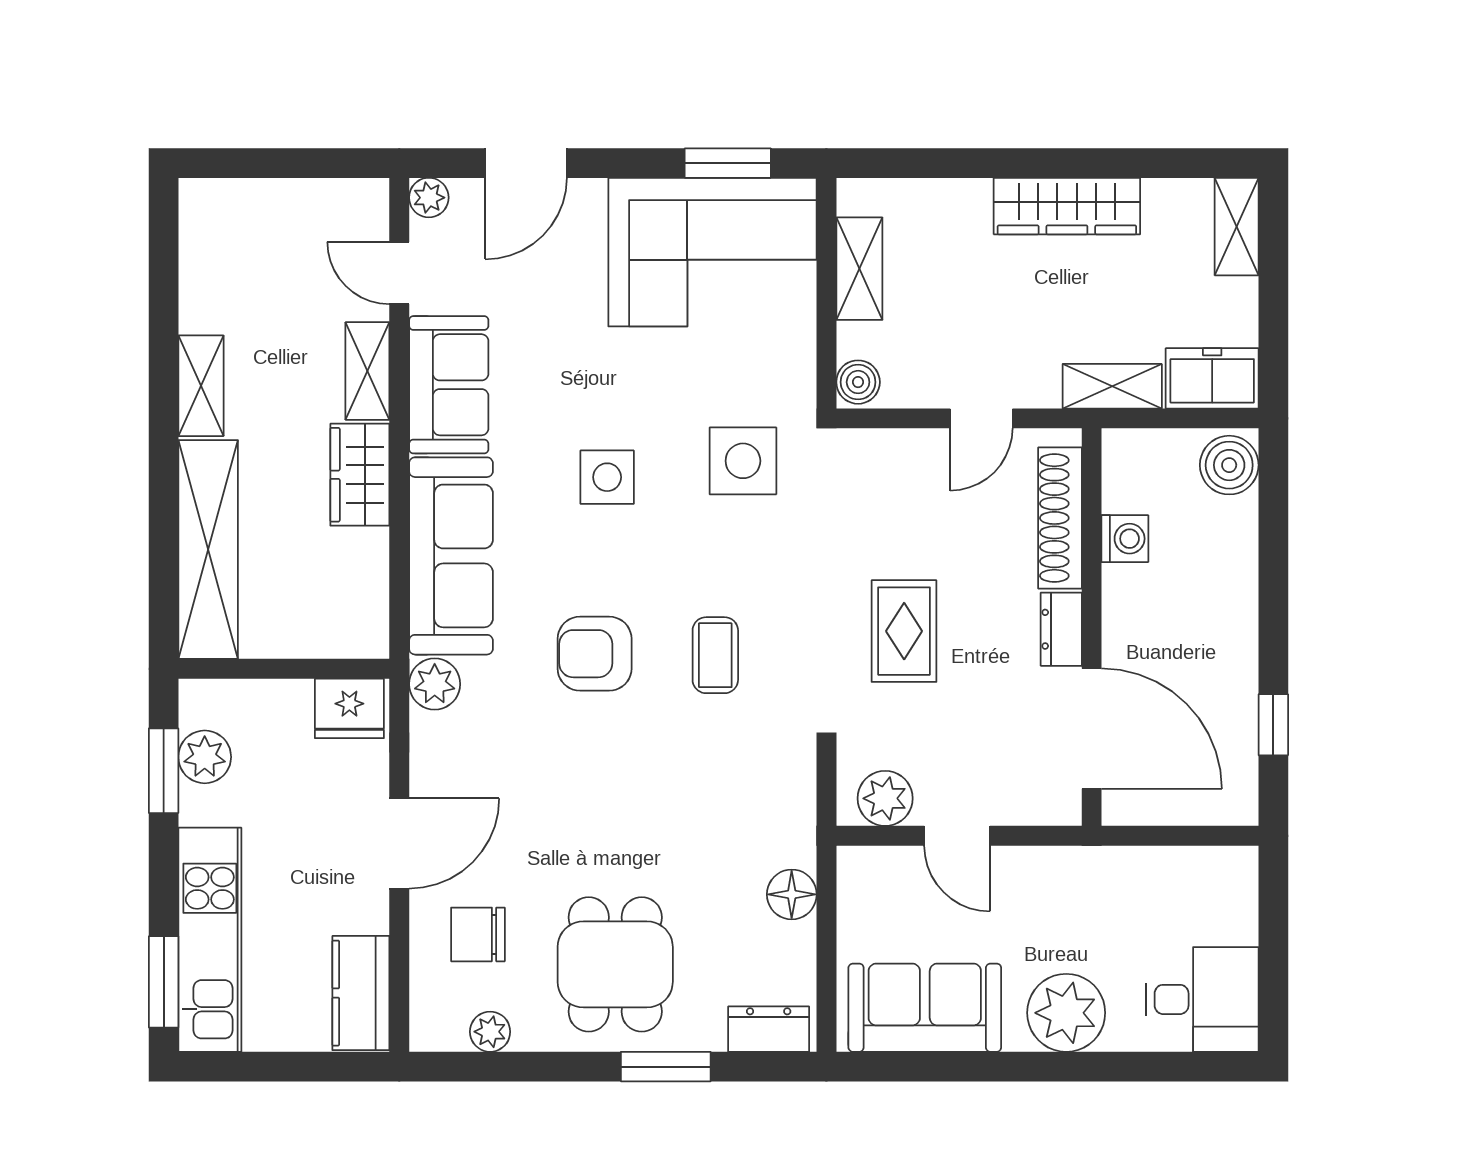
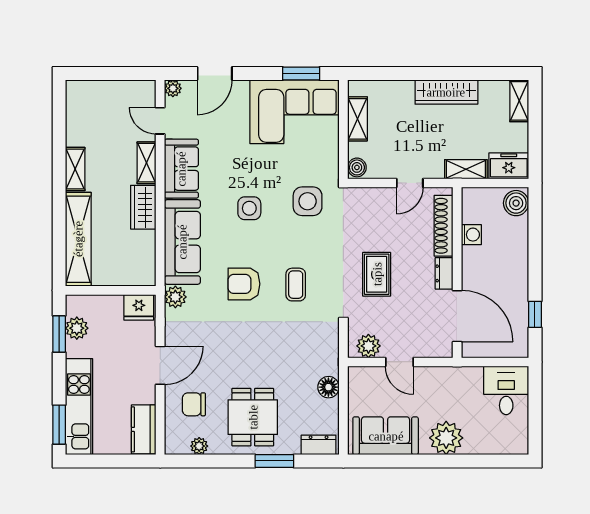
desk: (1202, 999) -> (506, 390), moved, turned -90

